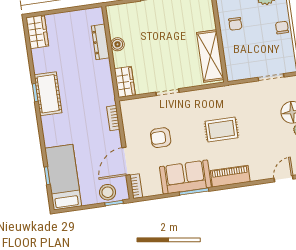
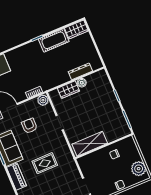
wardrobe: (125, 82) -> (68, 90), moved
cot: (48, 94) -> (54, 40), moved
plant: (128, 108) -> (43, 100), added
rug: (221, 129) -> (45, 163), turned 90

